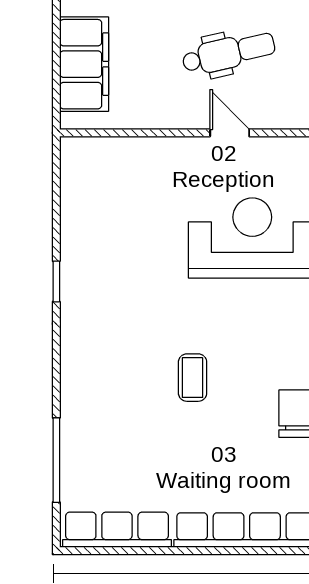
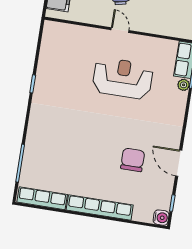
coffee table: (193, 378) -> (86, 136), removed

